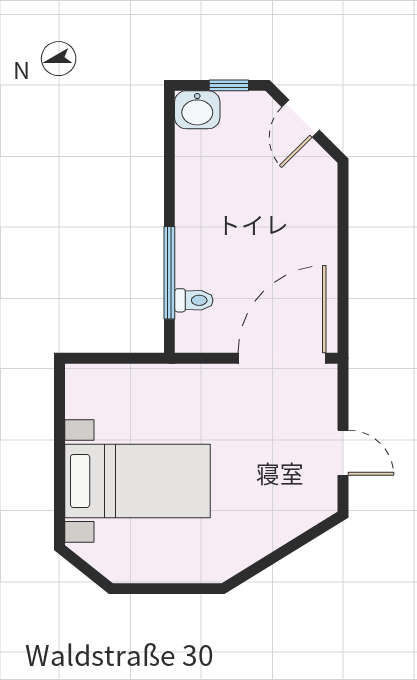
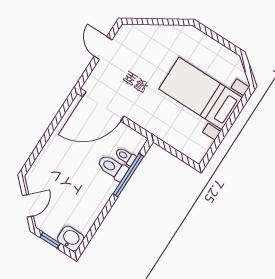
toilet: (203, 269) -> (113, 168), added

